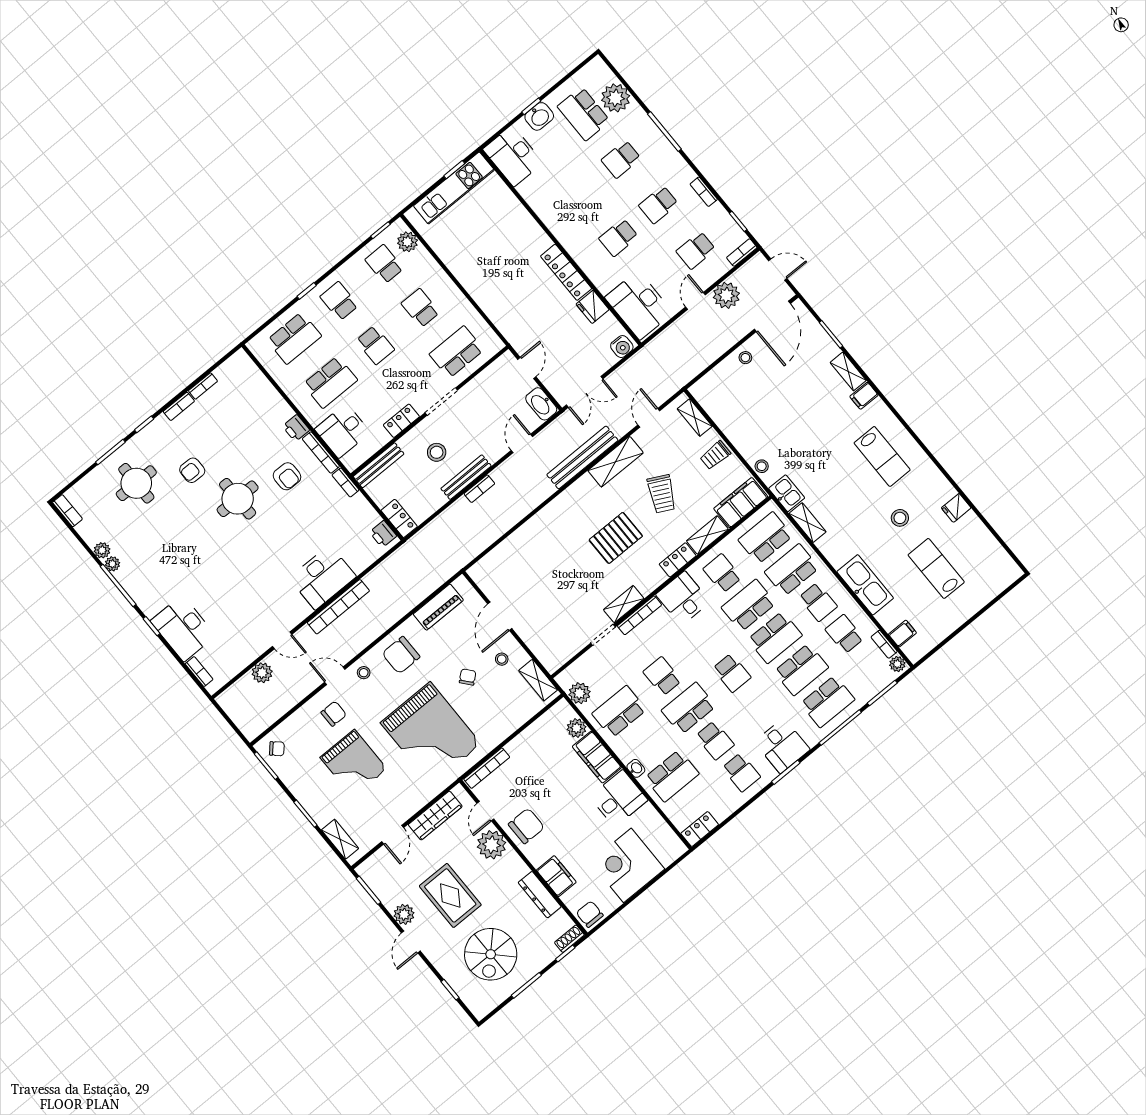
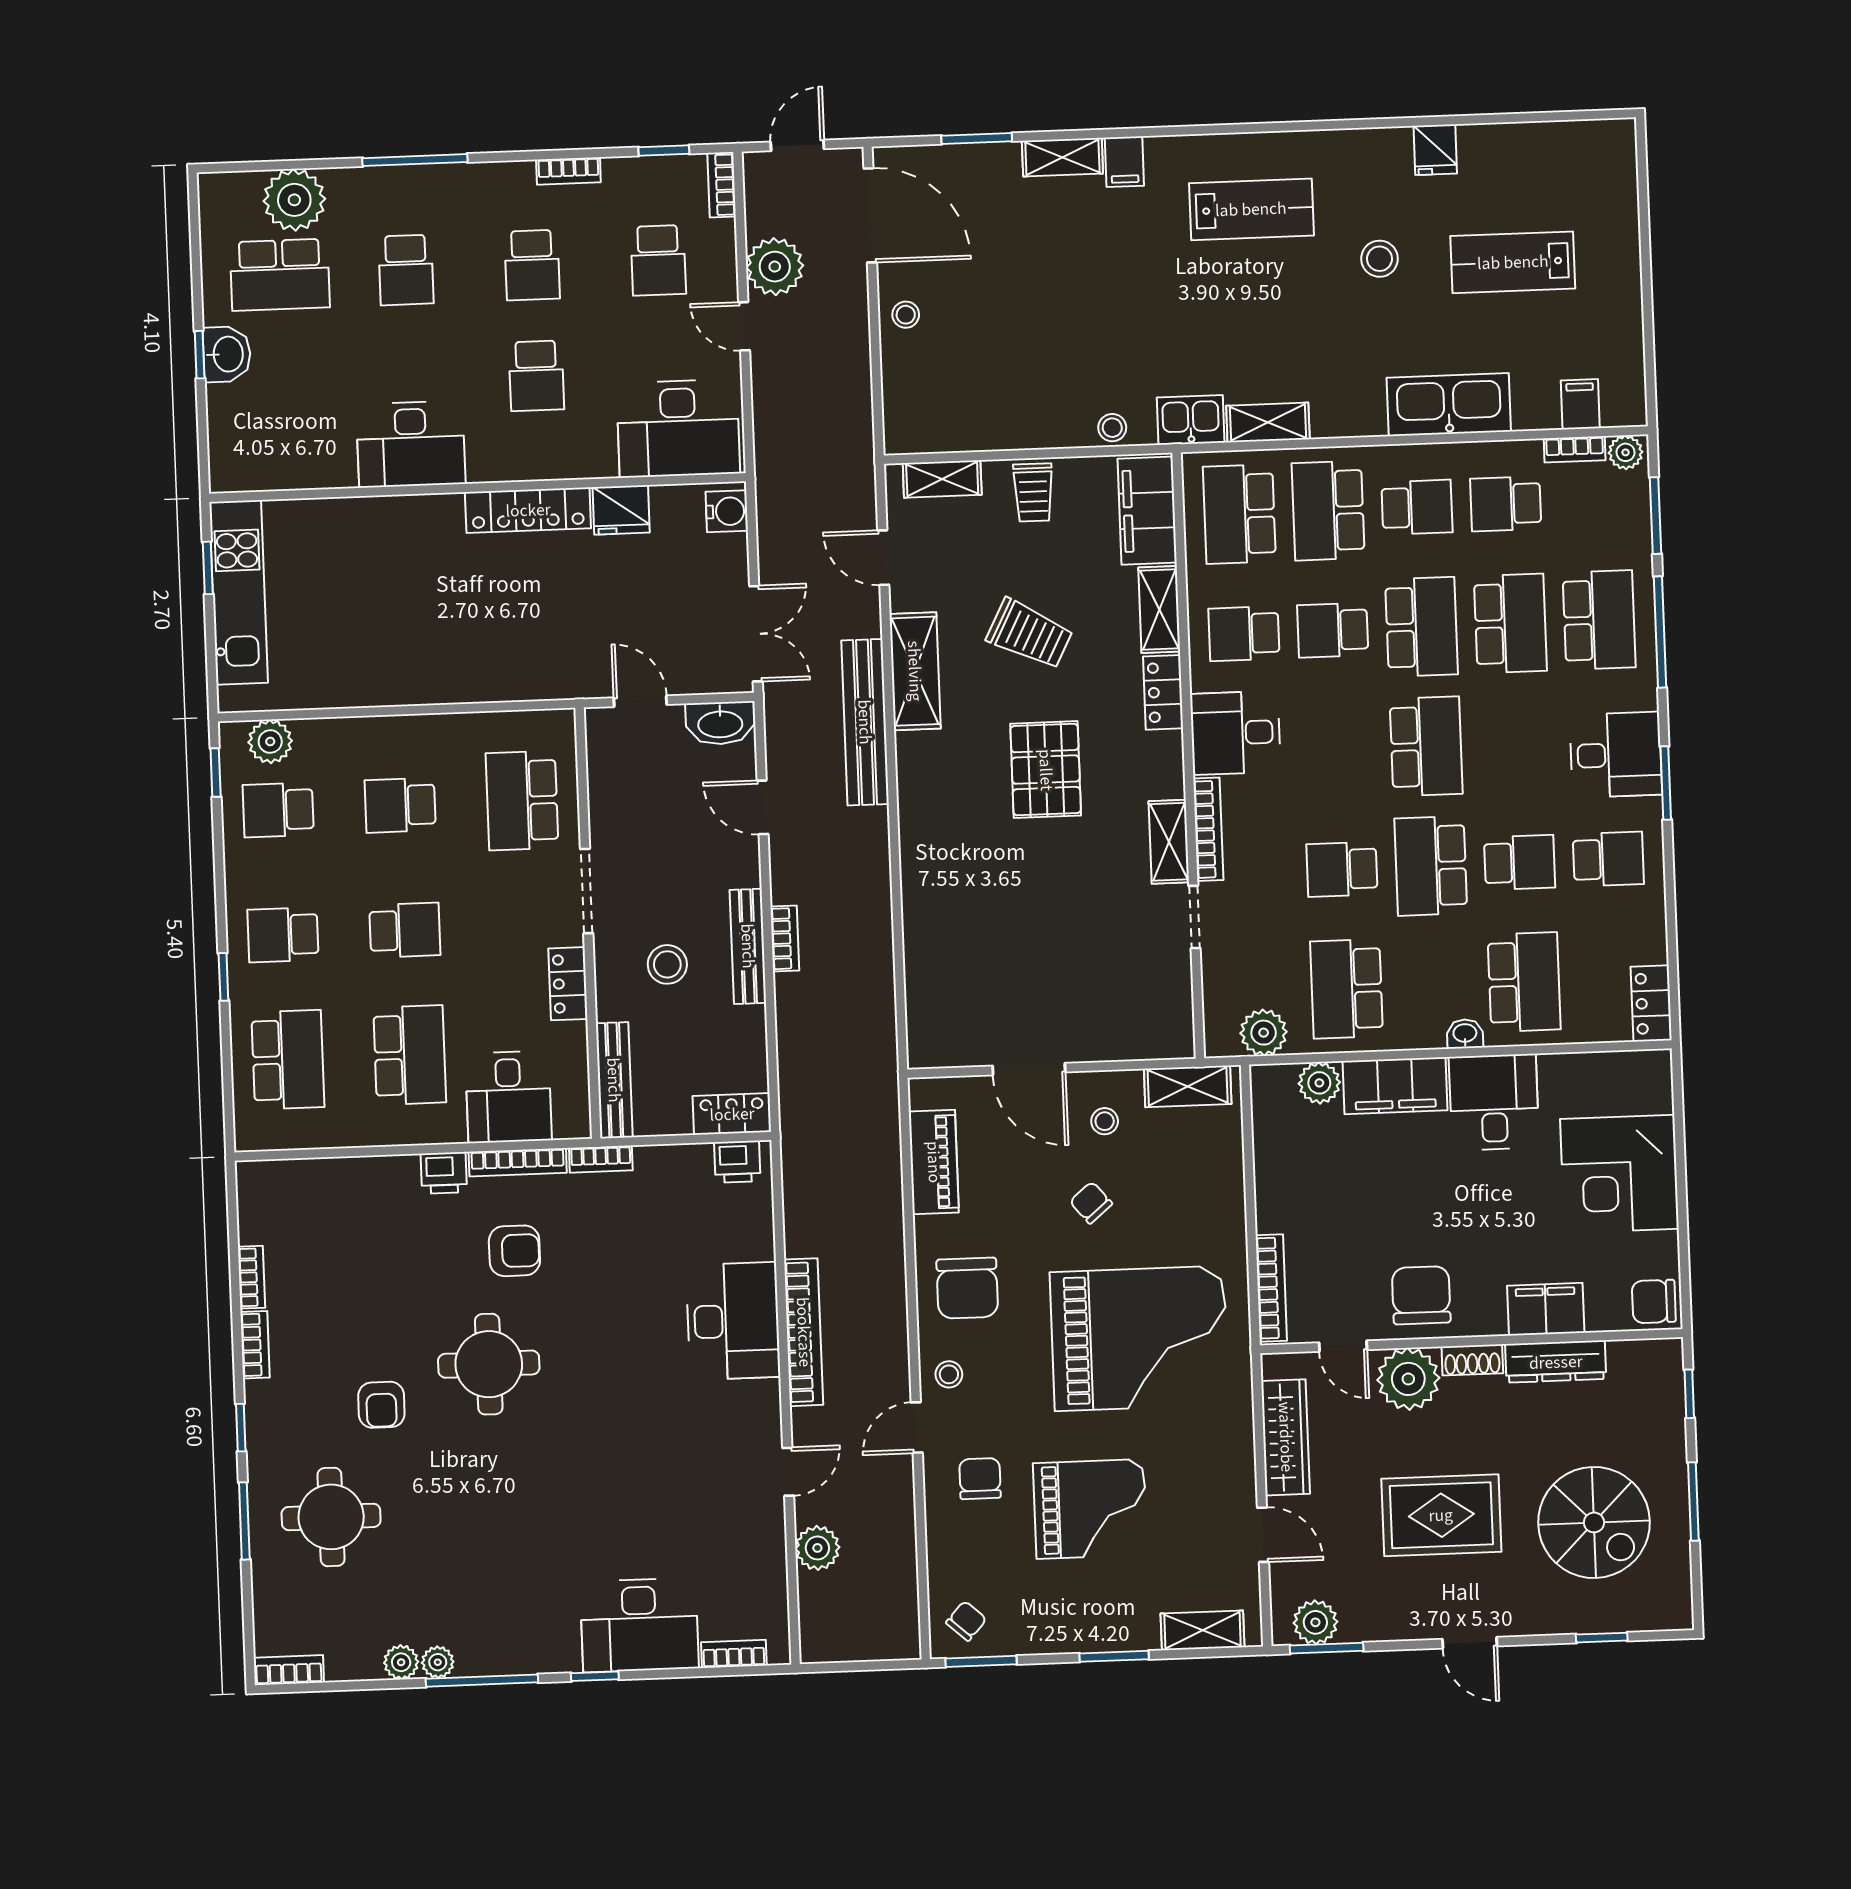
desk: (513, 156) -> (411, 444), moved
school desk: (749, 605) -> (1333, 630), width x0.54
school desk: (732, 673) -> (1426, 746), width x1.85
plant: (404, 914) -> (1315, 1622), moved
shoe rack: (569, 939) -> (1472, 1360), moved, turned -90

